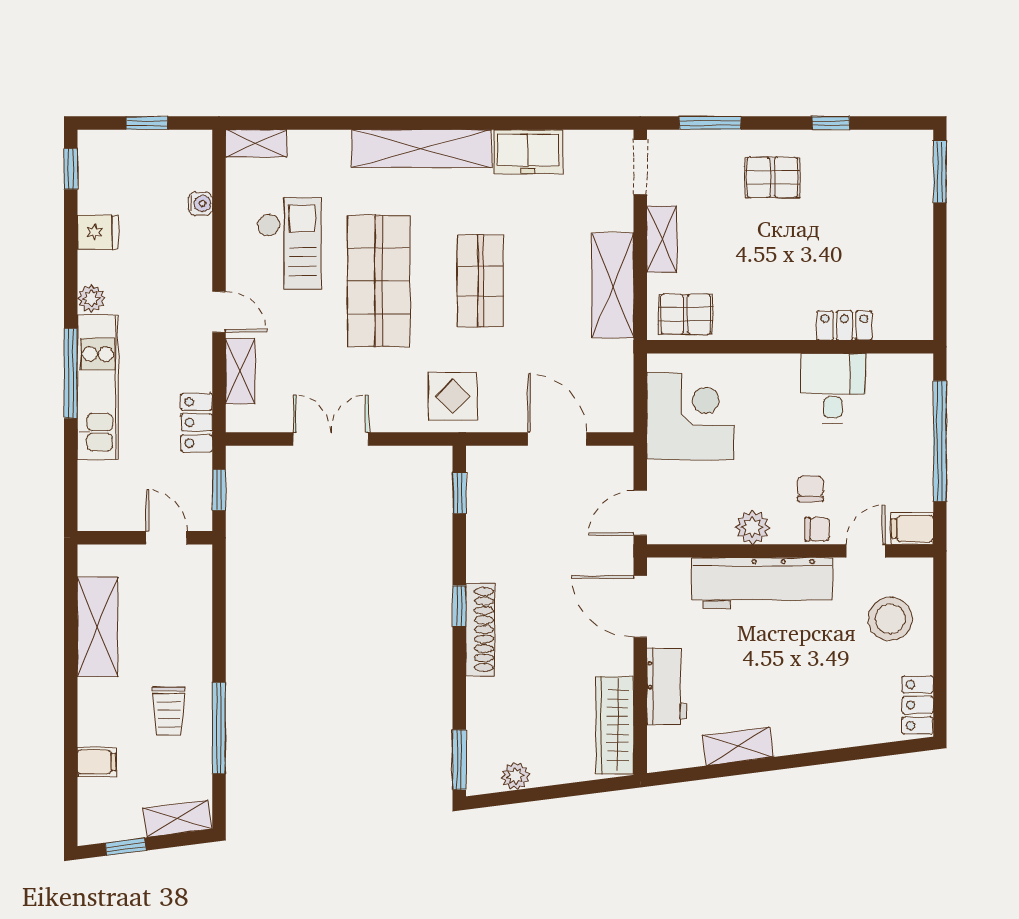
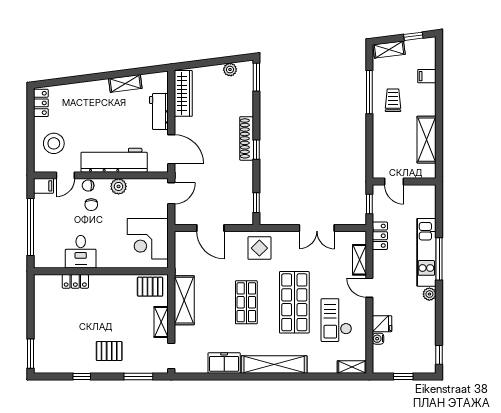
fridge: (98, 232) -> (382, 324), moved, turned 180

